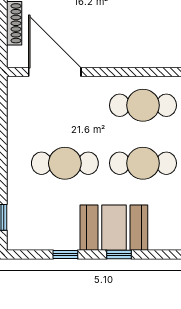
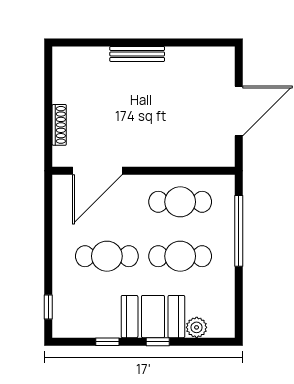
door: (55, 72) -> (97, 171), swing flipped
plant: (160, 239) -> (197, 327), added

